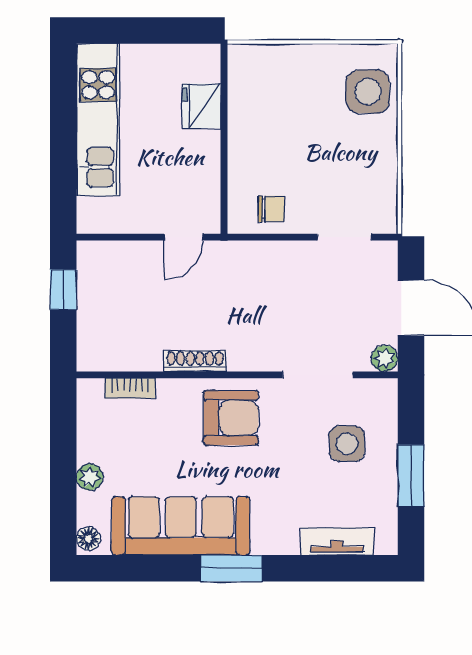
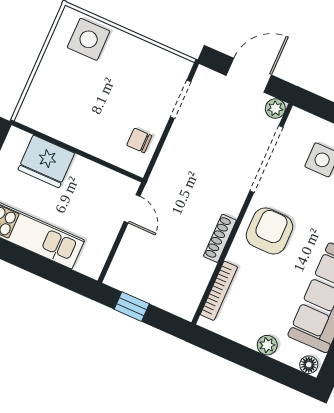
fridge: (201, 106) -> (46, 161), width x1.36, depth x1.34
chair: (271, 209) -> (139, 141), turned -90
doorway: (318, 375) -> (266, 159), width x1.36
bookcase: (130, 388) -> (219, 291), width x1.56

